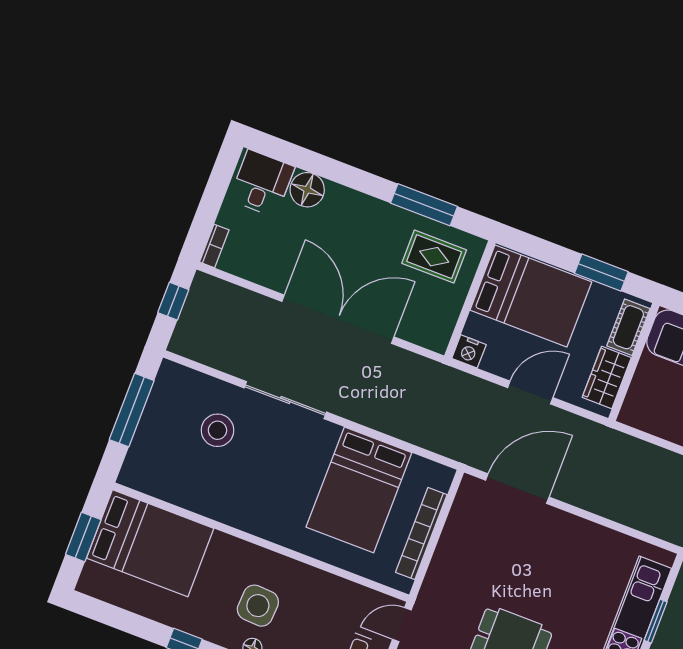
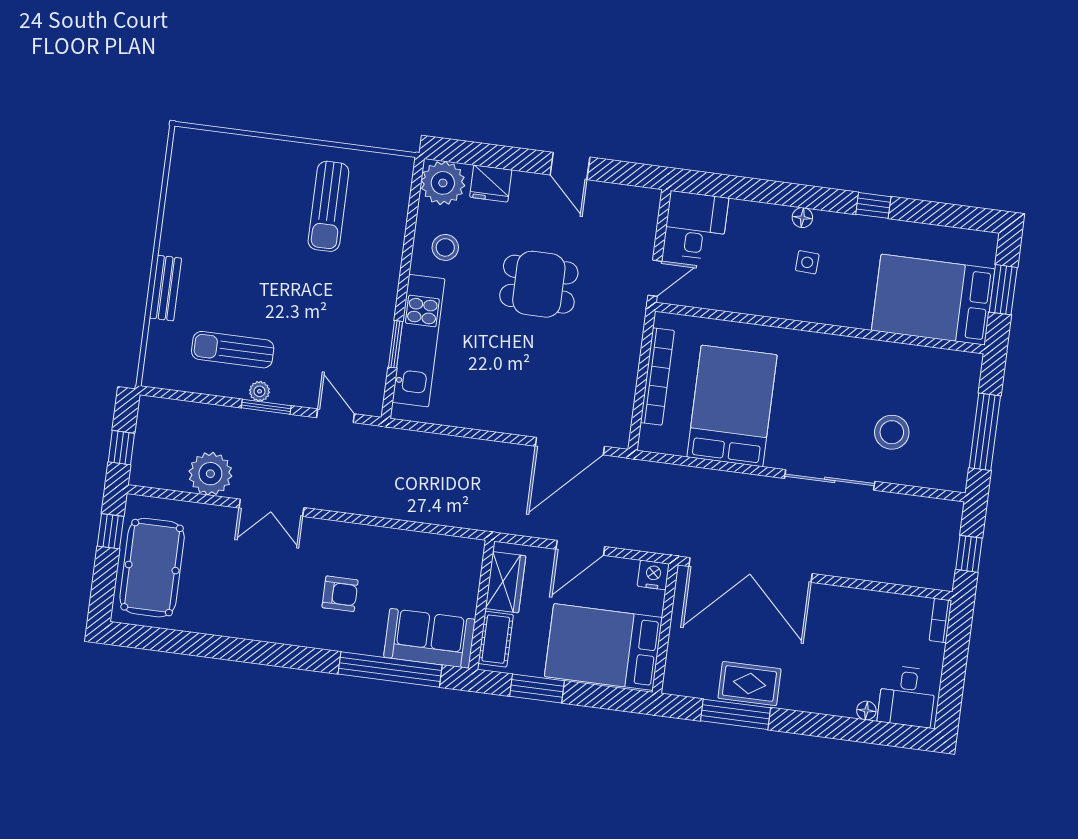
floor lamp: (307, 190) -> (866, 711), width x0.53, depth x0.53
rug: (434, 257) -> (749, 684), moved
double door: (338, 319) -> (750, 570), moved
side table: (258, 606) -> (807, 262), width x0.54, depth x0.54

